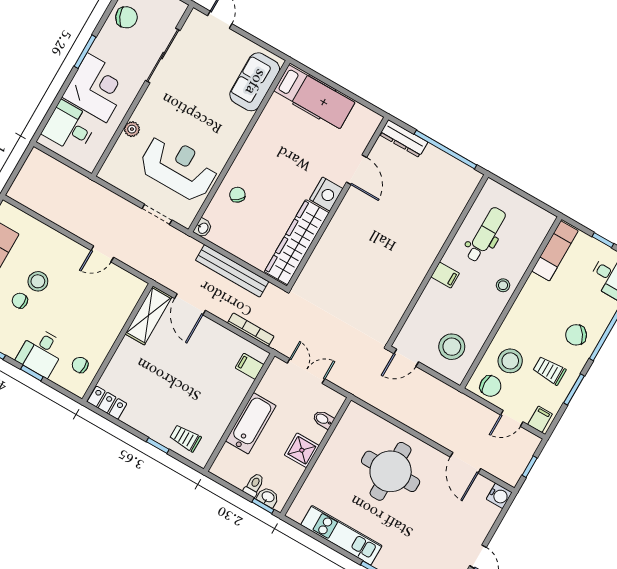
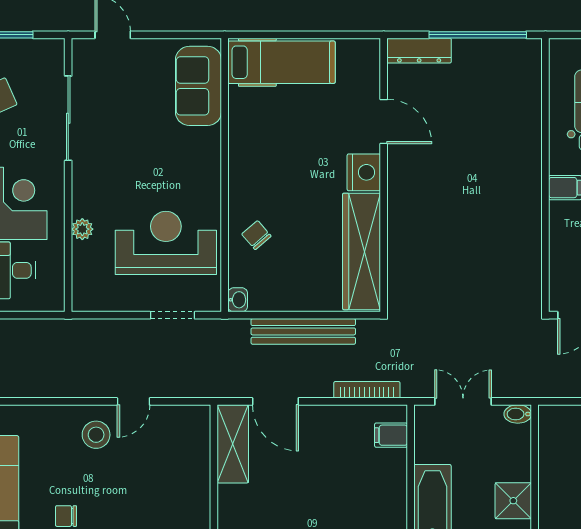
stool: (38, 281) -> (96, 435), moved
bidet: (323, 419) -> (518, 414), moved

